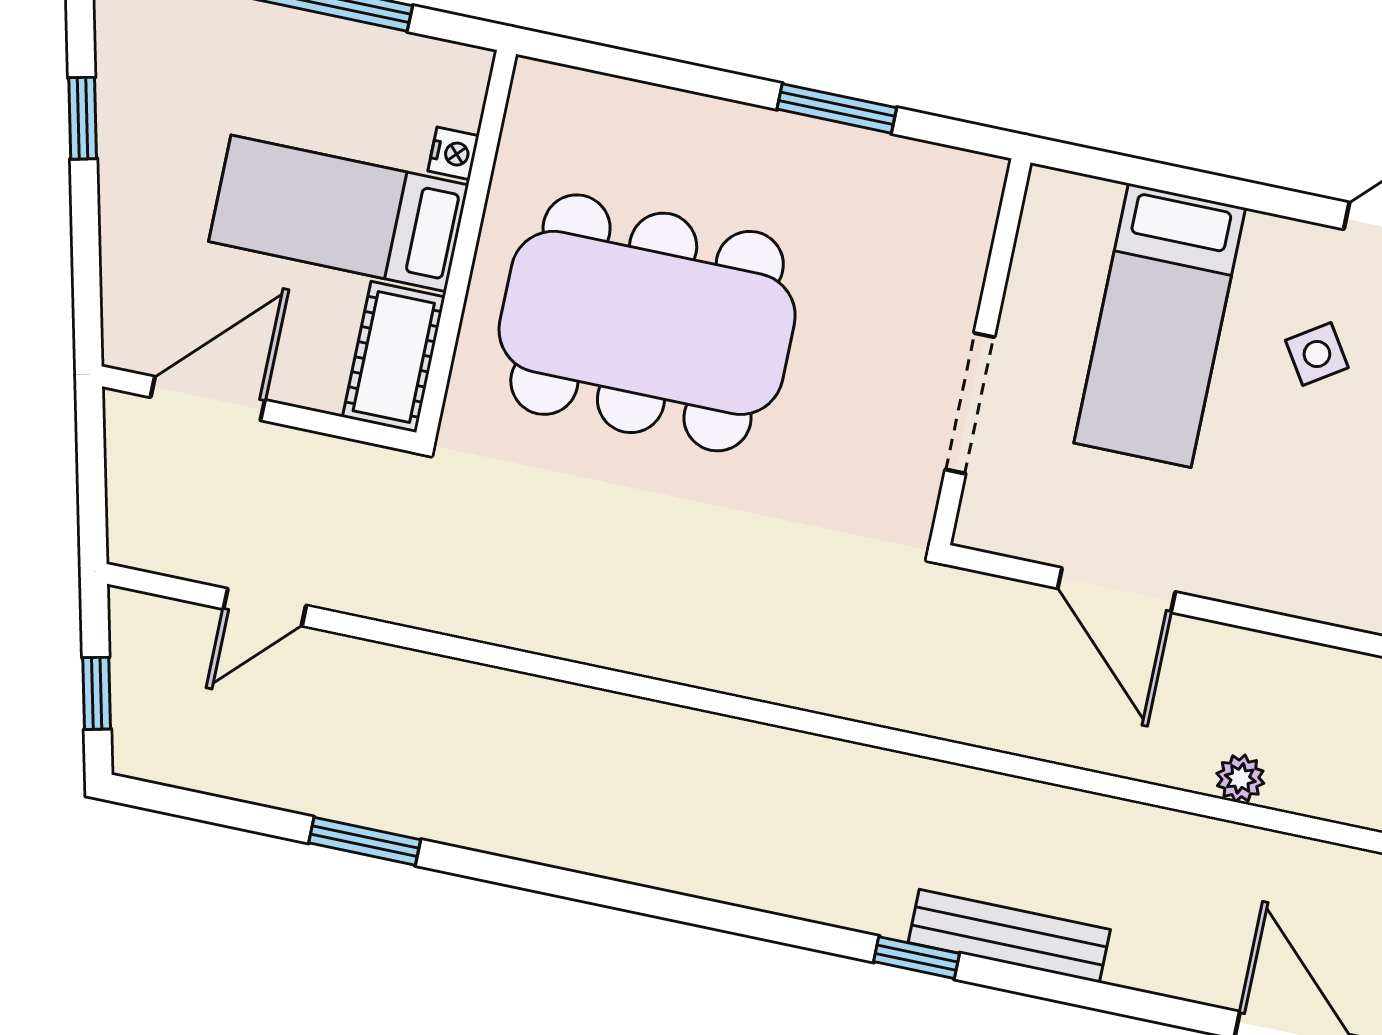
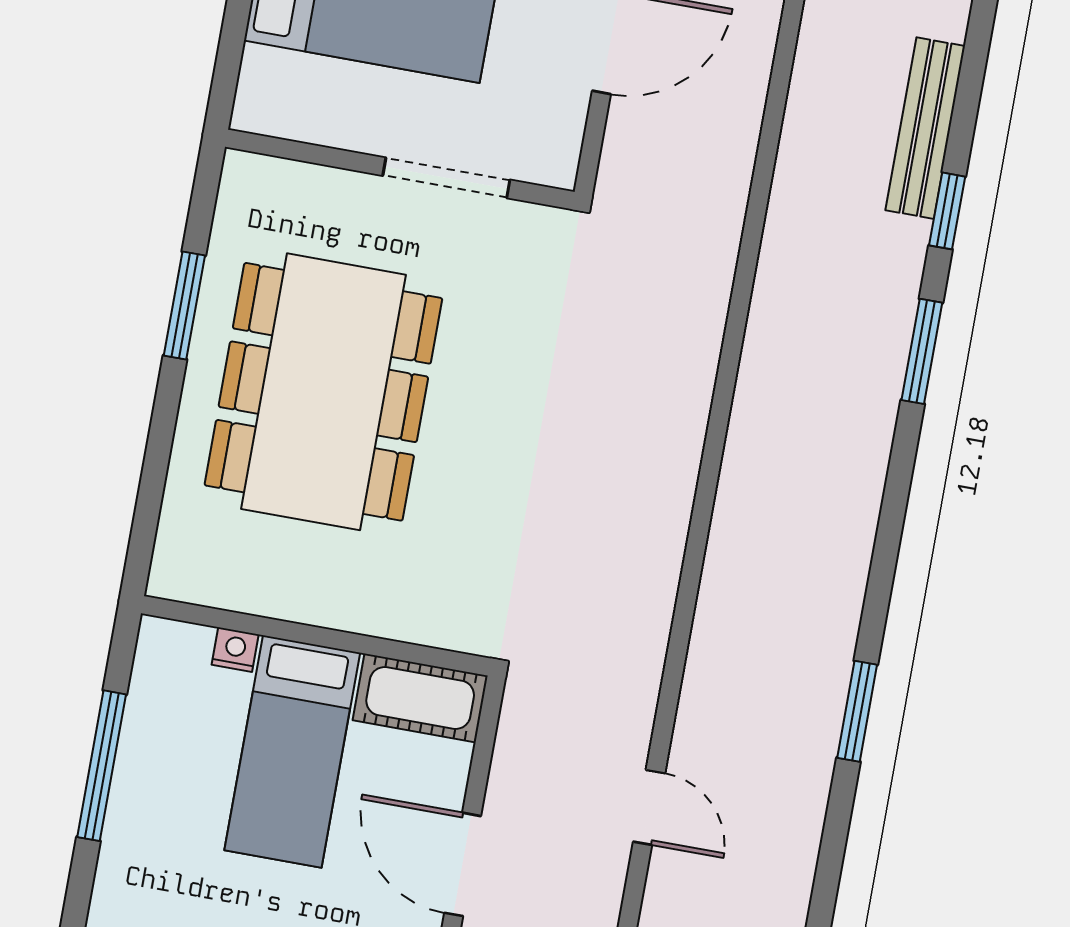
dining table: (647, 323) -> (323, 392), moved
window: (762, 925) -> (922, 351), added

